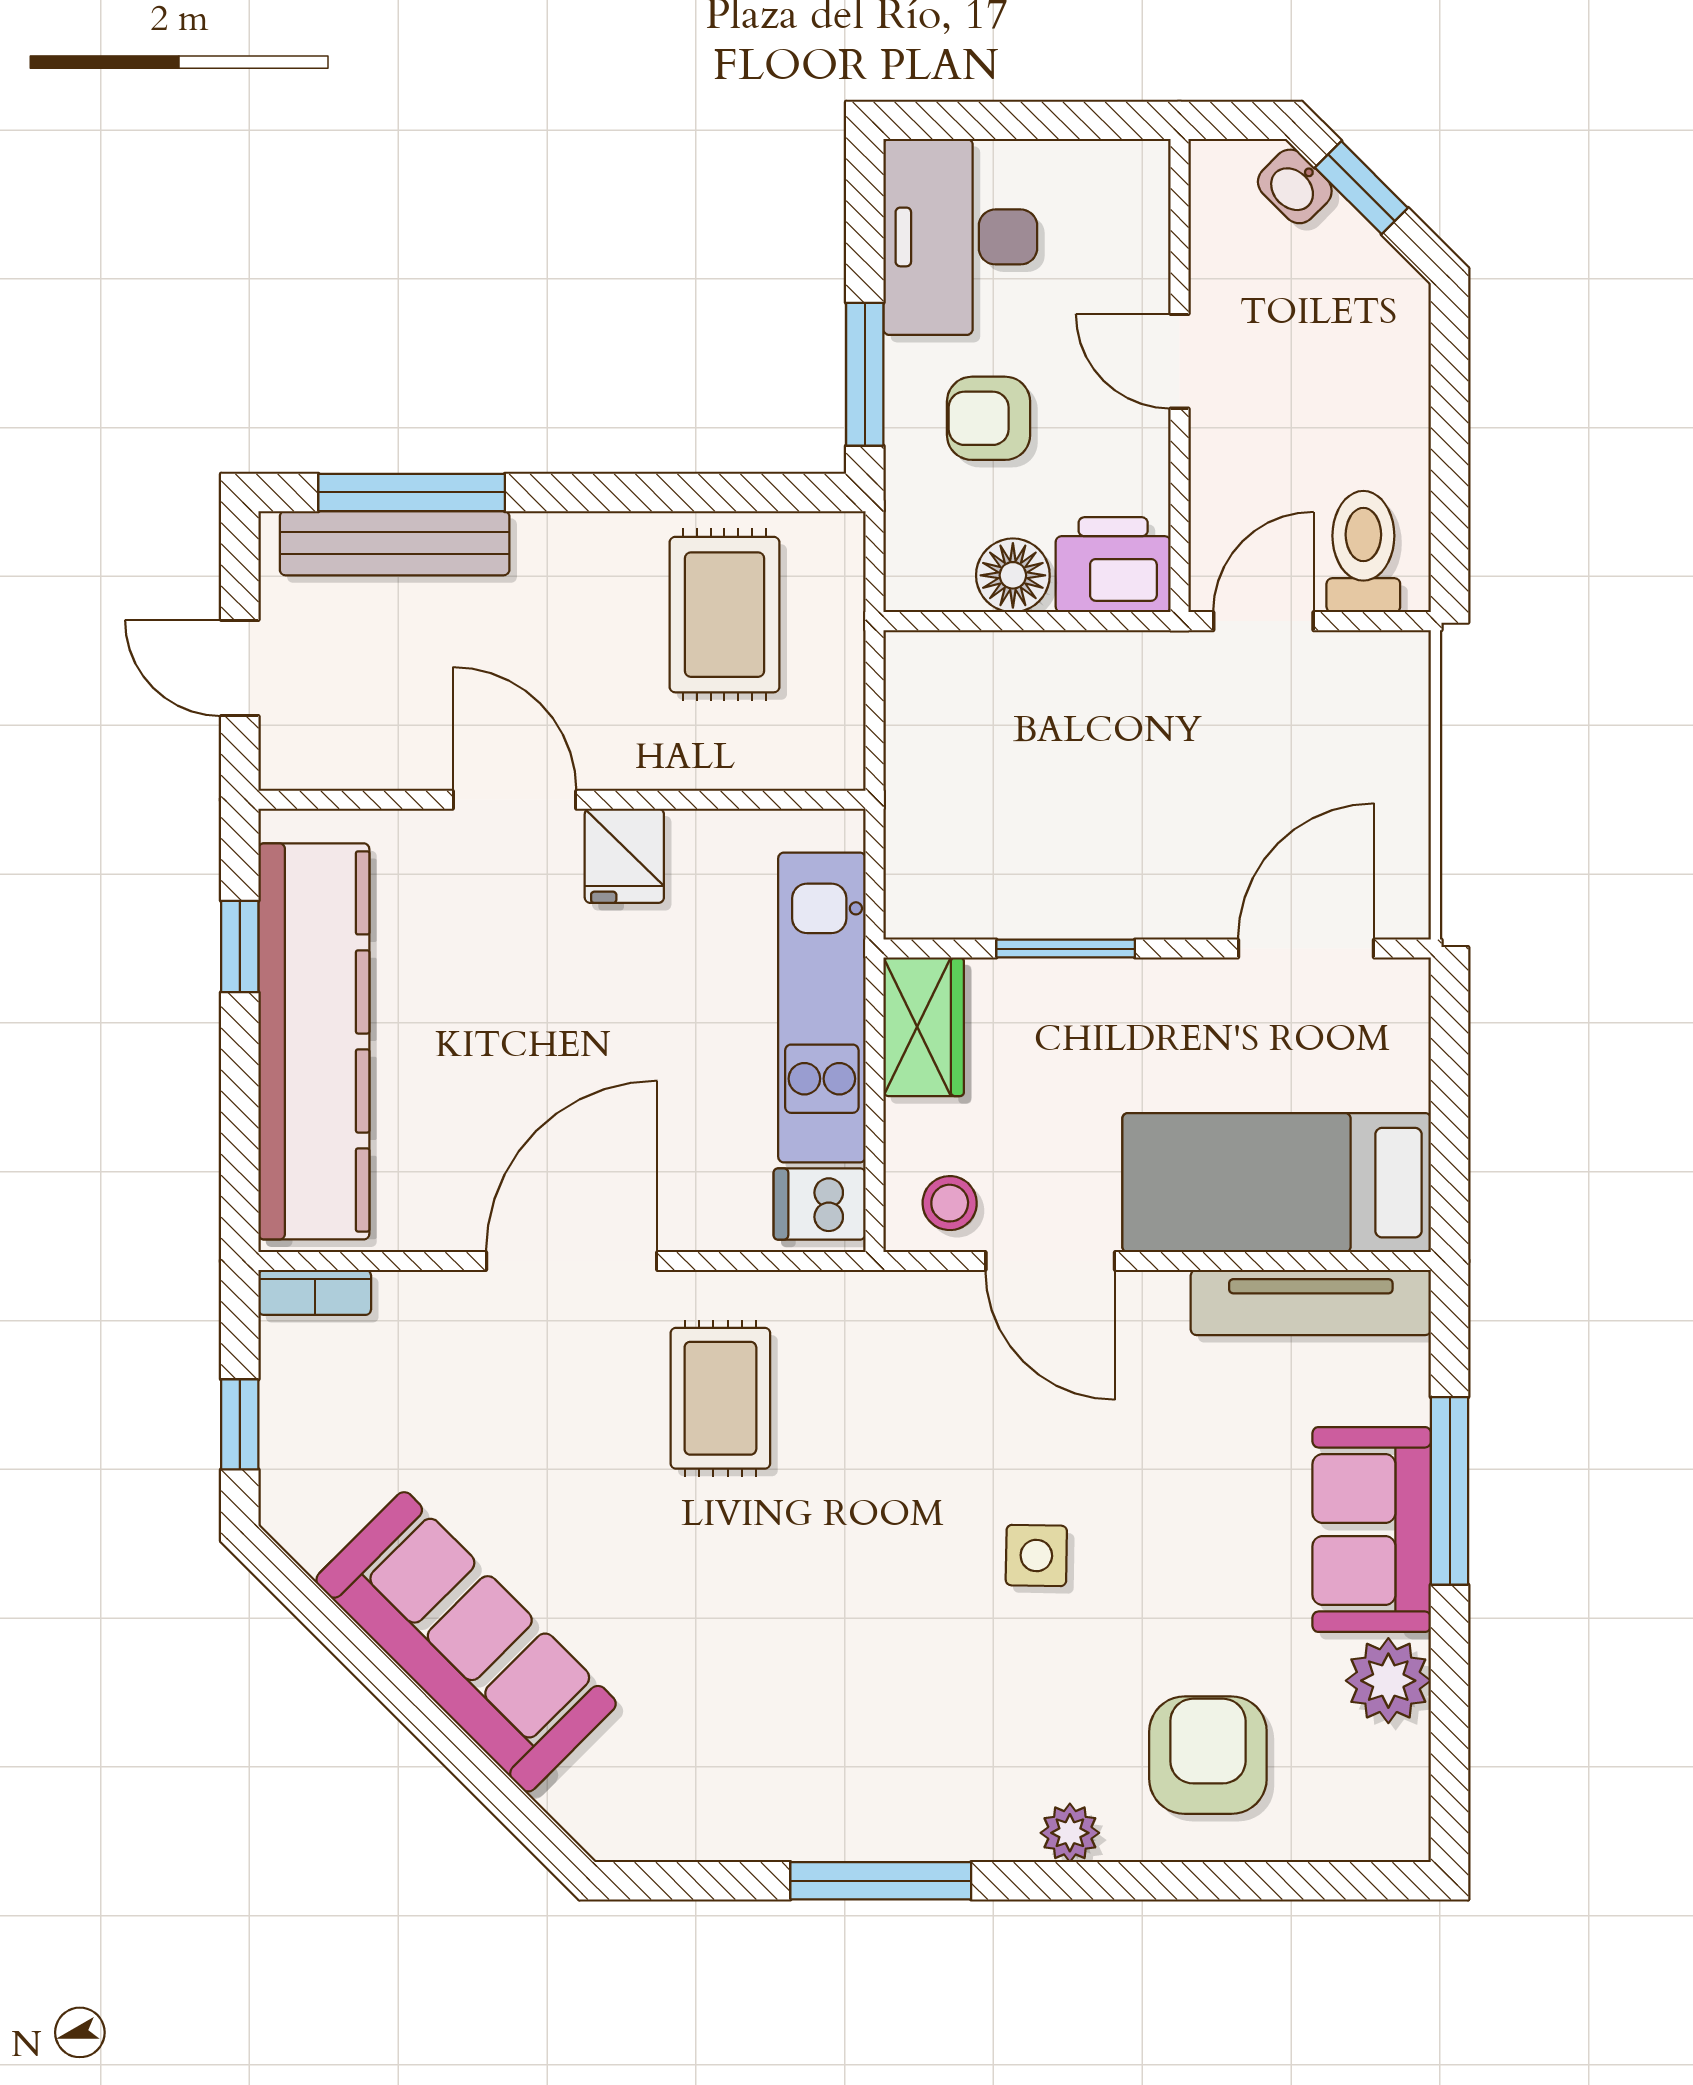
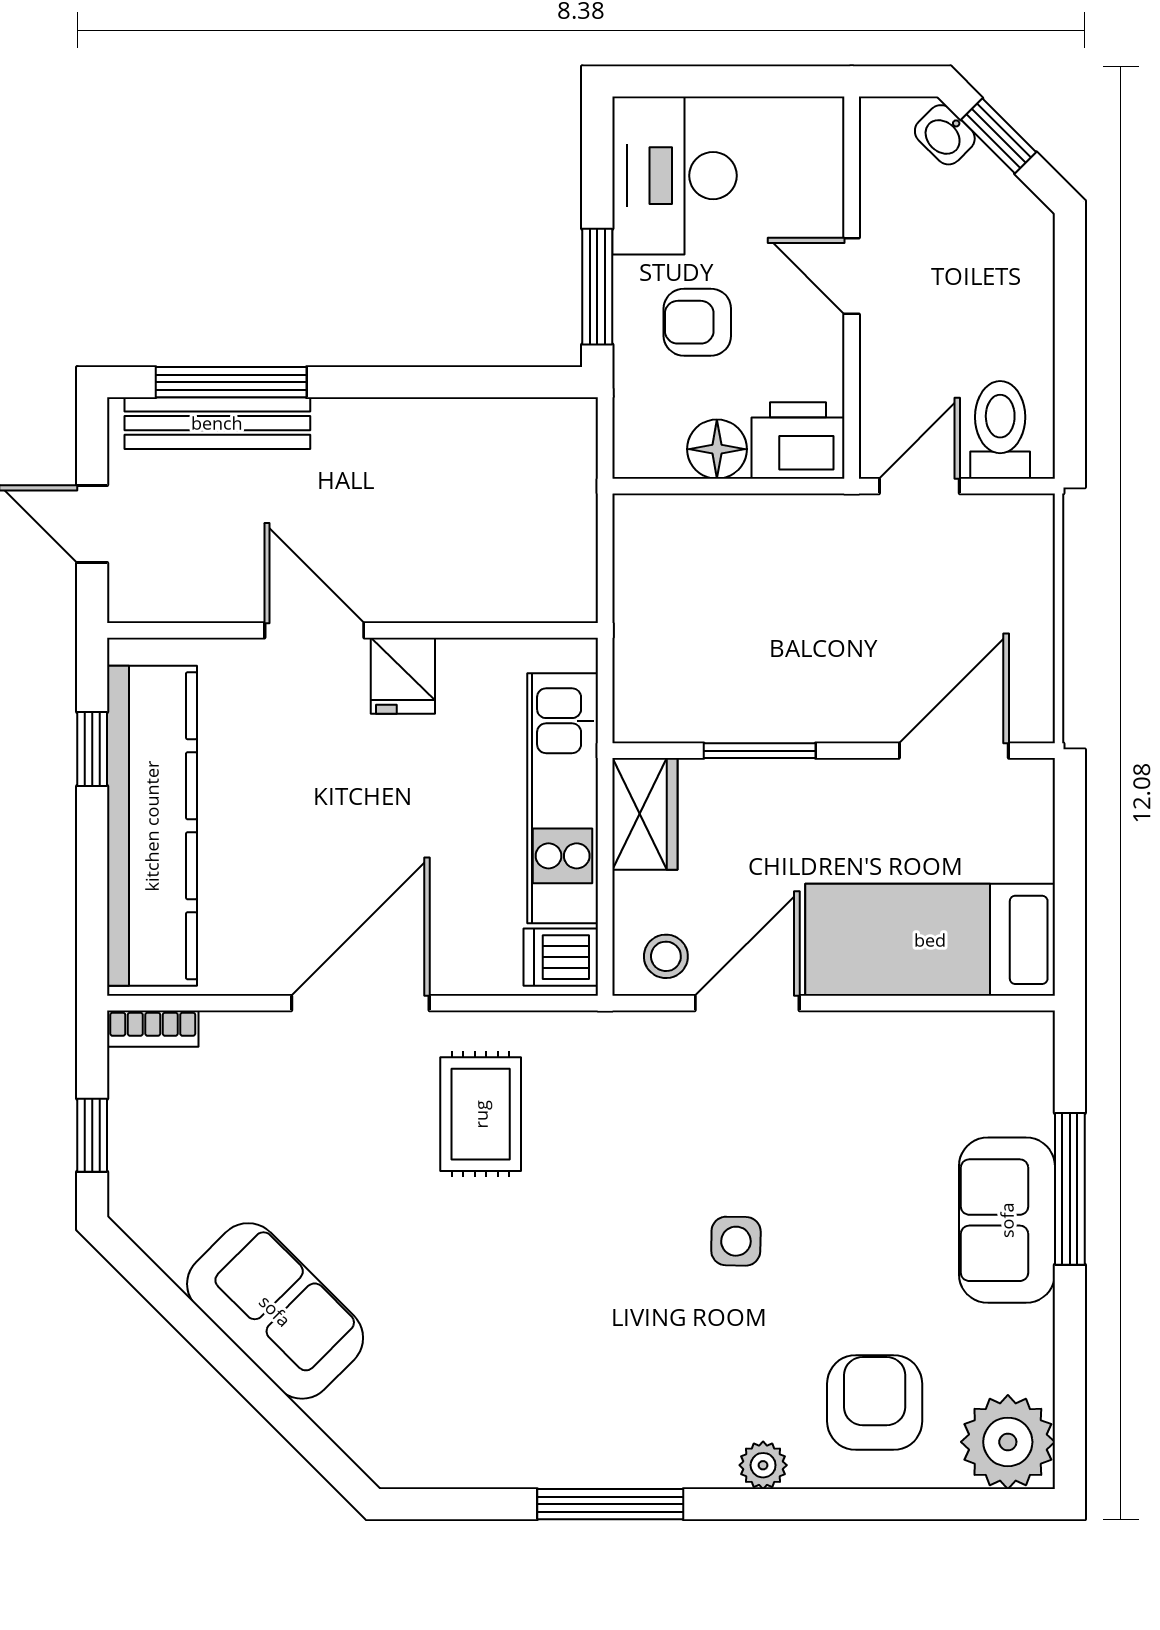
rug: (724, 615) -> (484, 481), removed
door: (1050, 1261) -> (747, 1003), swing flipped
tv unit: (1311, 1302) -> (958, 1037), removed
sofa: (466, 1642) -> (275, 1311), width x0.73
plant: (1388, 1681) -> (1008, 1442), moved, width x1.36, depth x1.36

